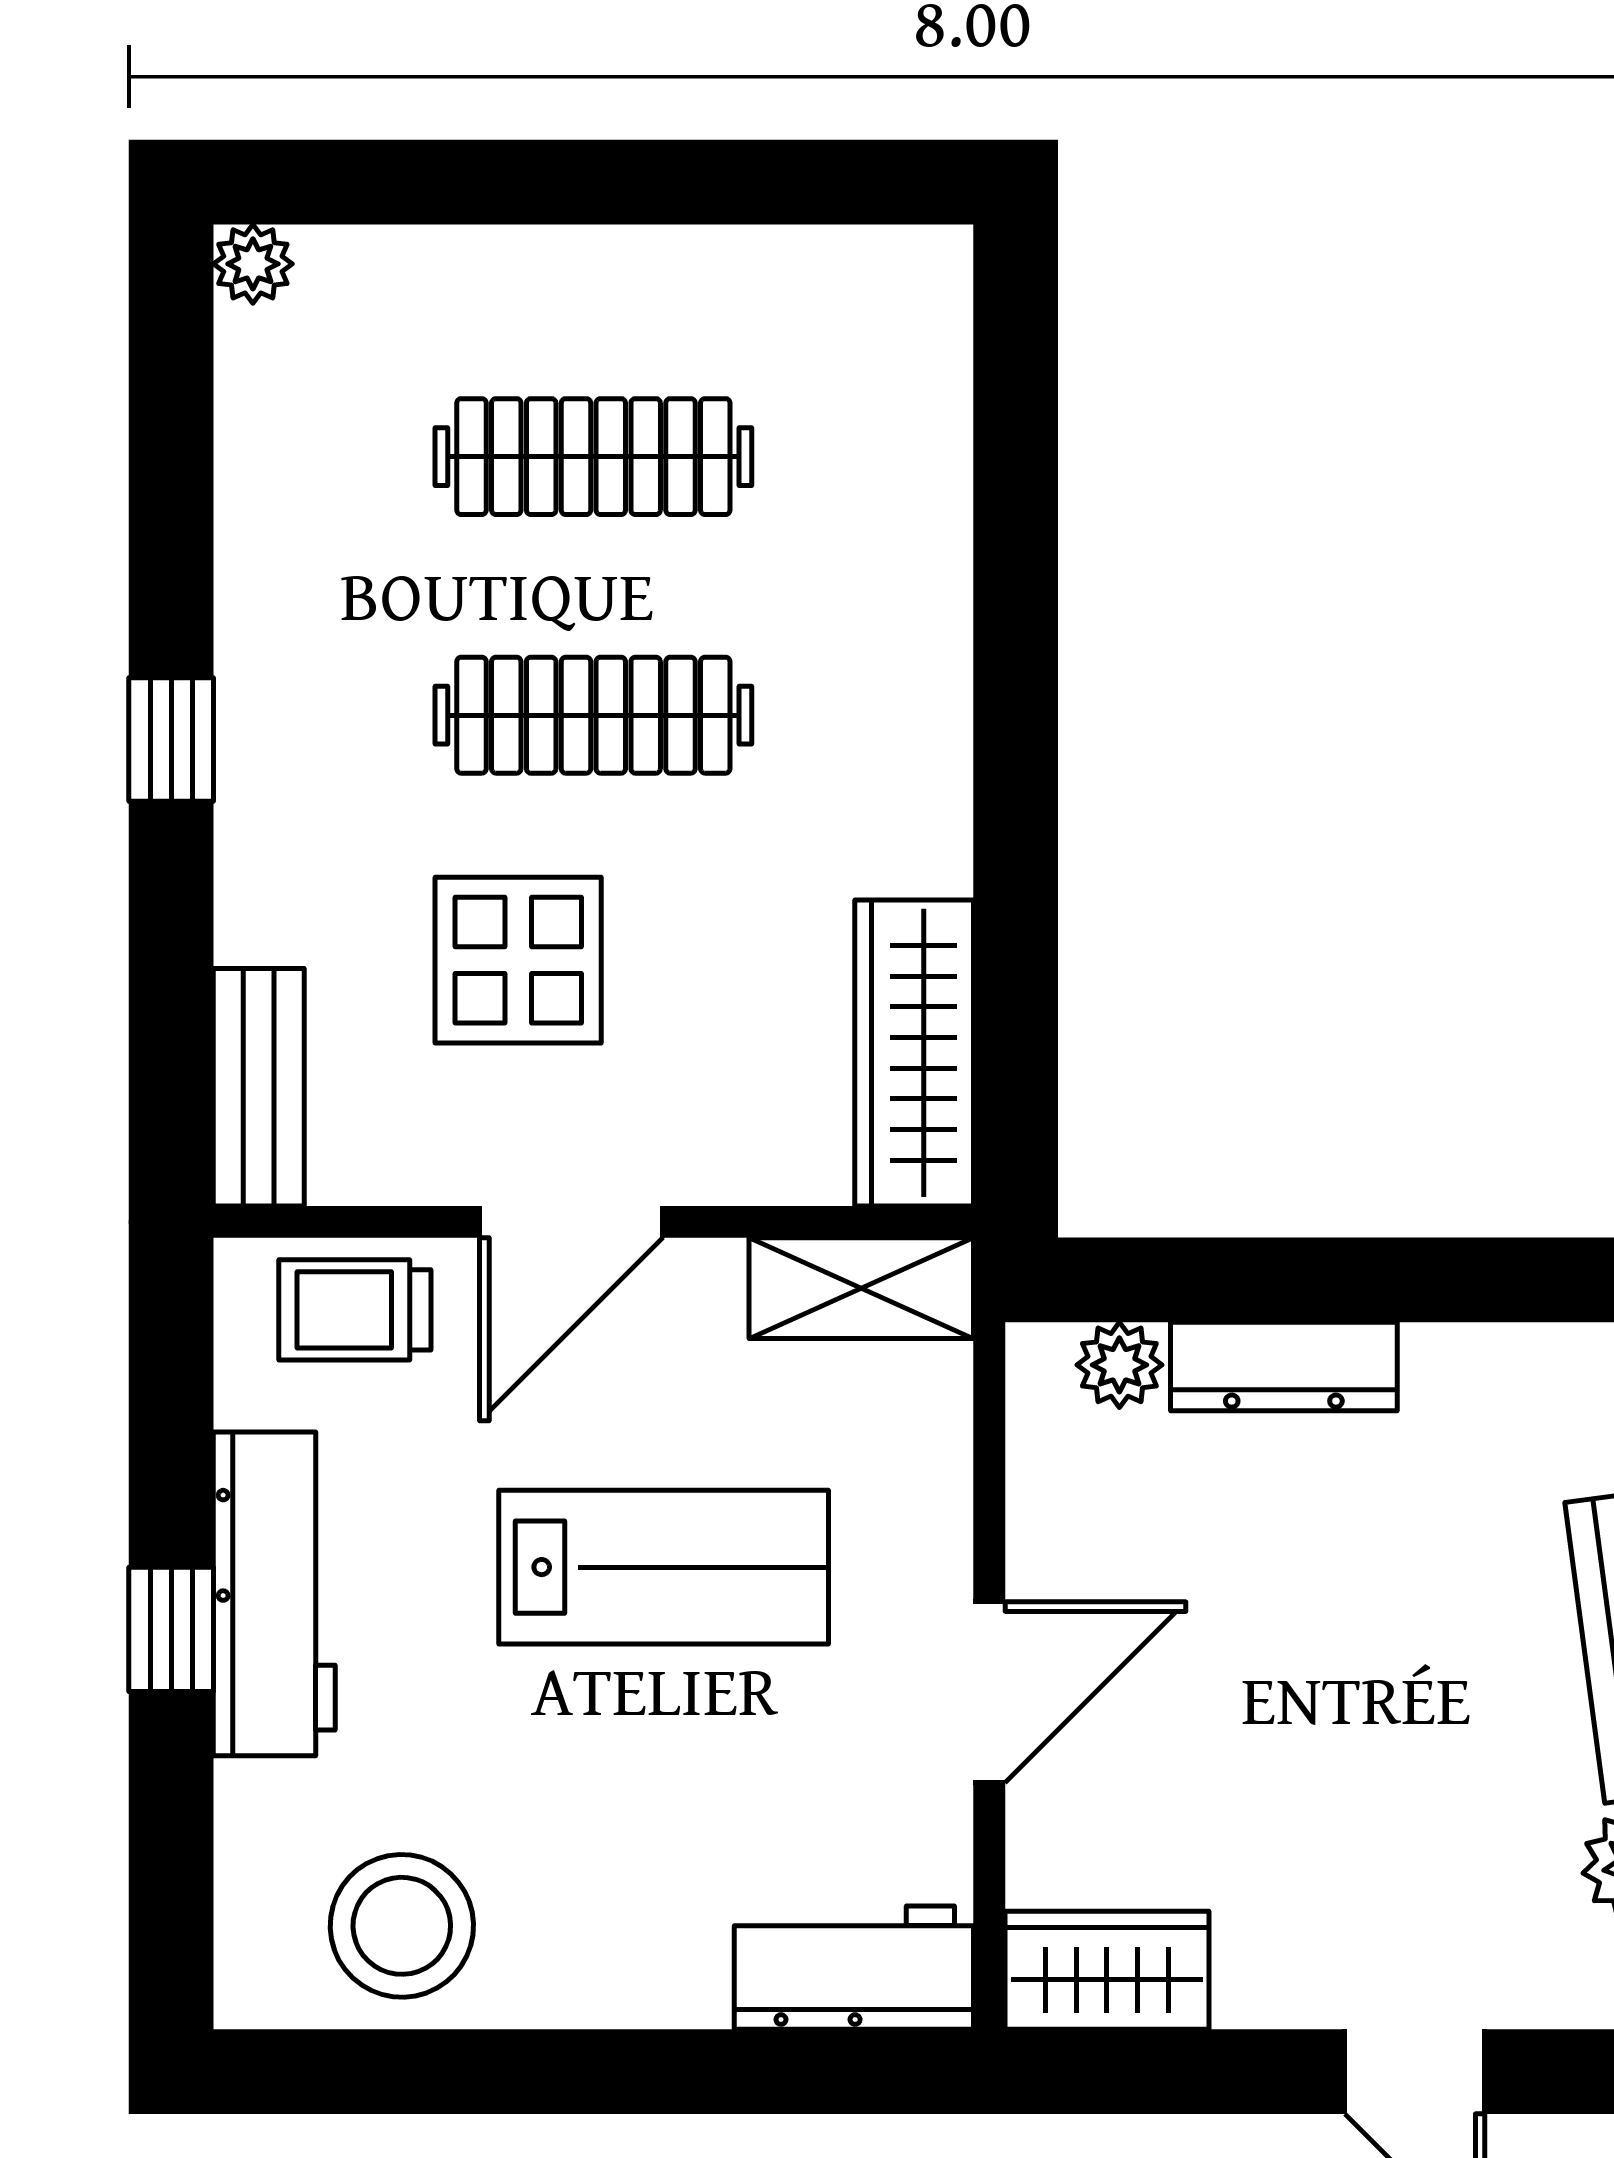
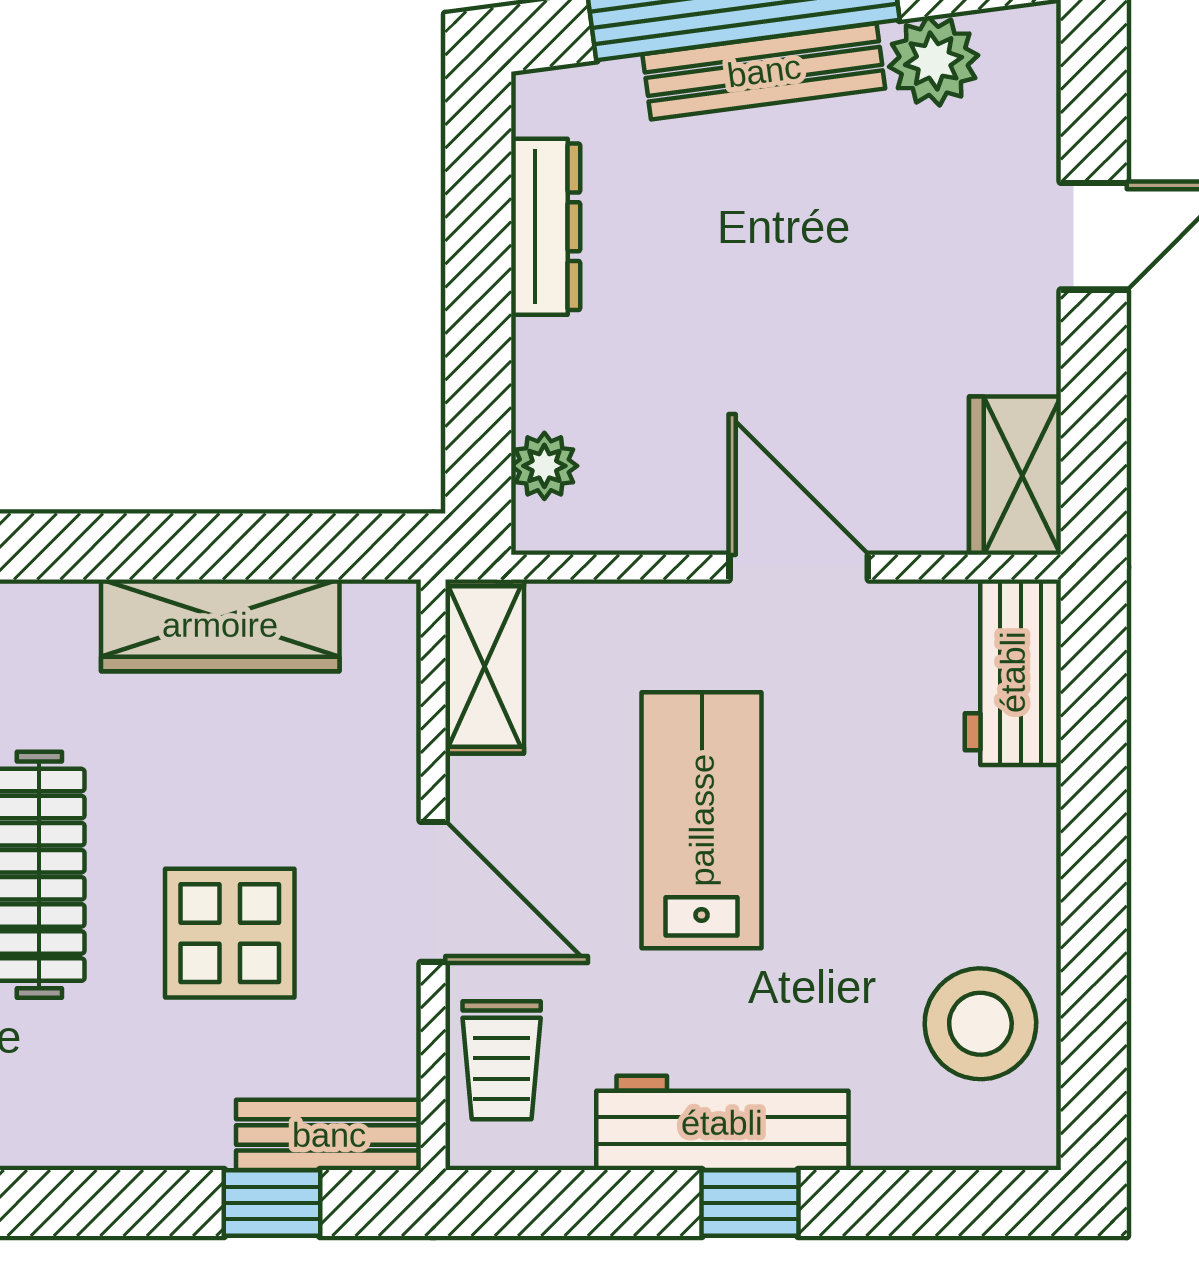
window: (171, 739) -> (272, 1203), moved
wardrobe: (914, 1053) -> (220, 625), moved
dresser: (1284, 1366) -> (546, 227), moved

